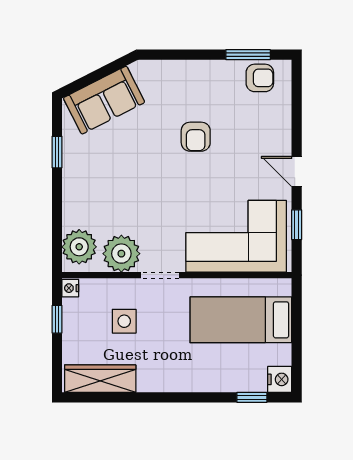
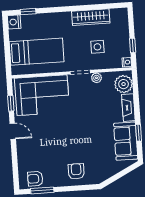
sofa: (104, 100) -> (126, 141), moved, turned -63
armchair: (196, 137) -> (76, 171), moved
fireplace: (73, 201) -> (128, 108), added
plant: (121, 254) -> (96, 78), width x0.53, depth x0.53
wardrobe: (100, 379) -> (91, 17), moved

